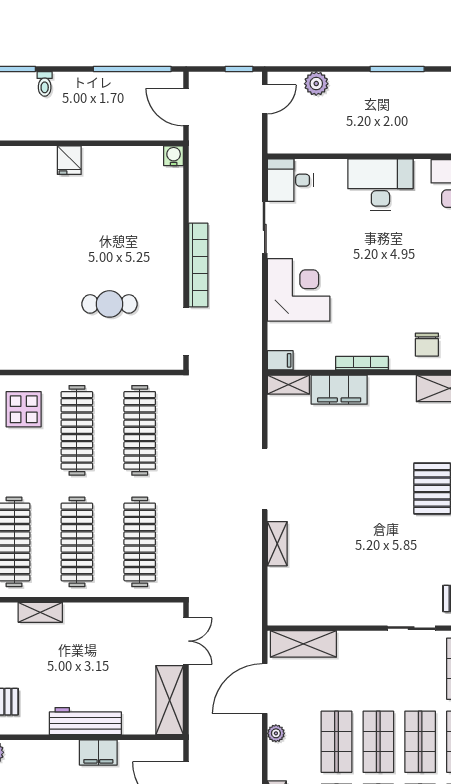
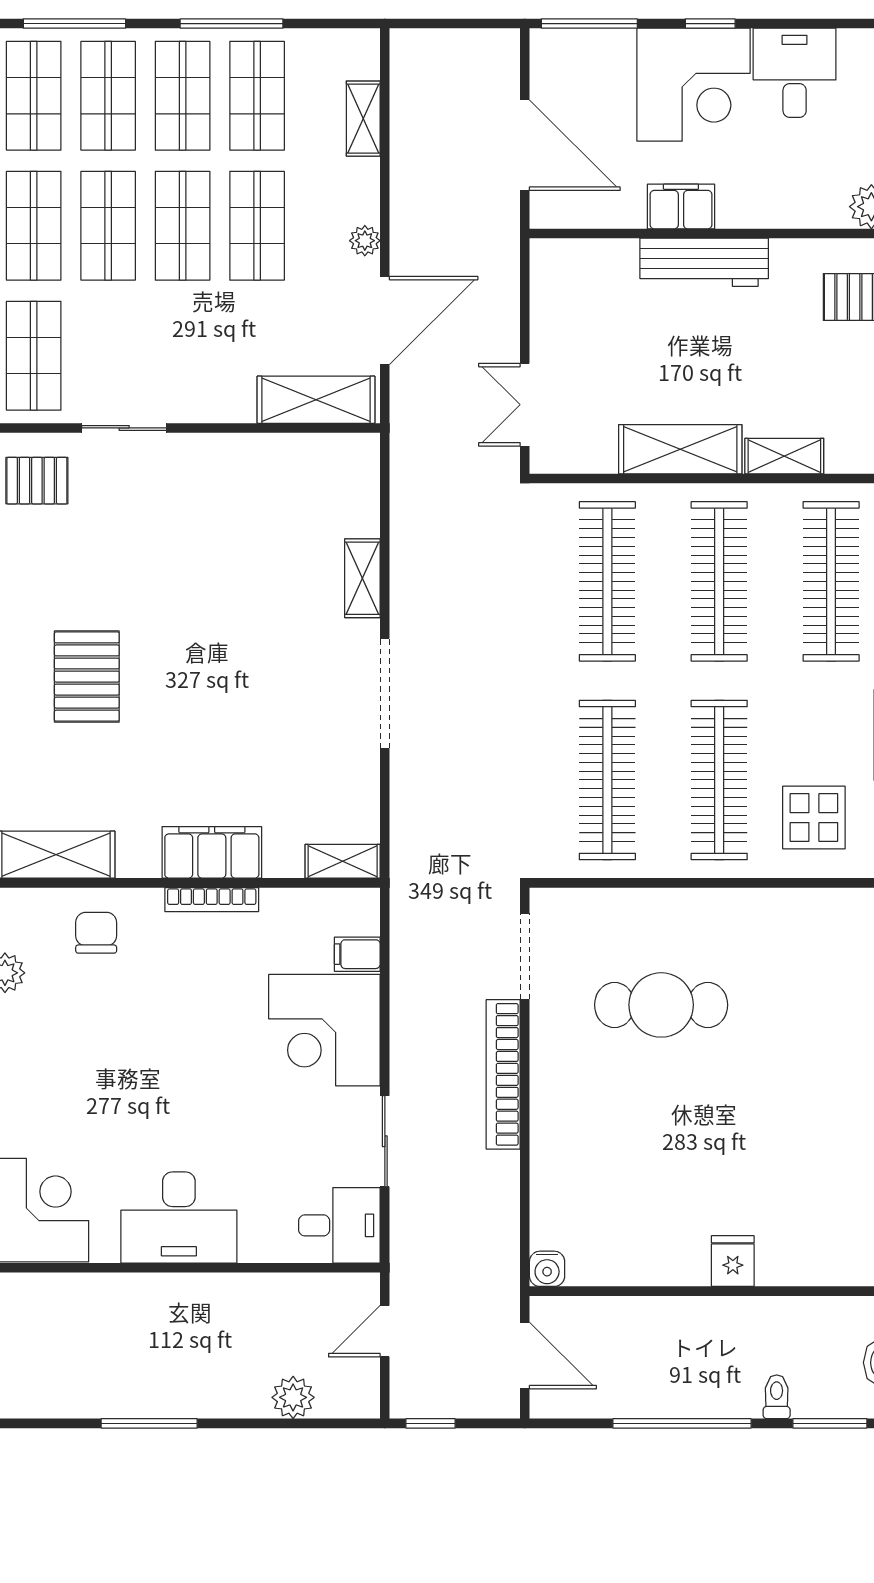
window: (132, 69) -> (682, 1423), moved
door: (265, 99) -> (385, 1331), moved
cafe table: (110, 304) -> (661, 1005), width x1.37, depth x1.35
filing cabinet: (280, 360) -> (357, 954), moved
filing cabinet: (339, 390) -> (212, 852), moved
shelving: (170, 700) -> (680, 449), moved, turned 90

